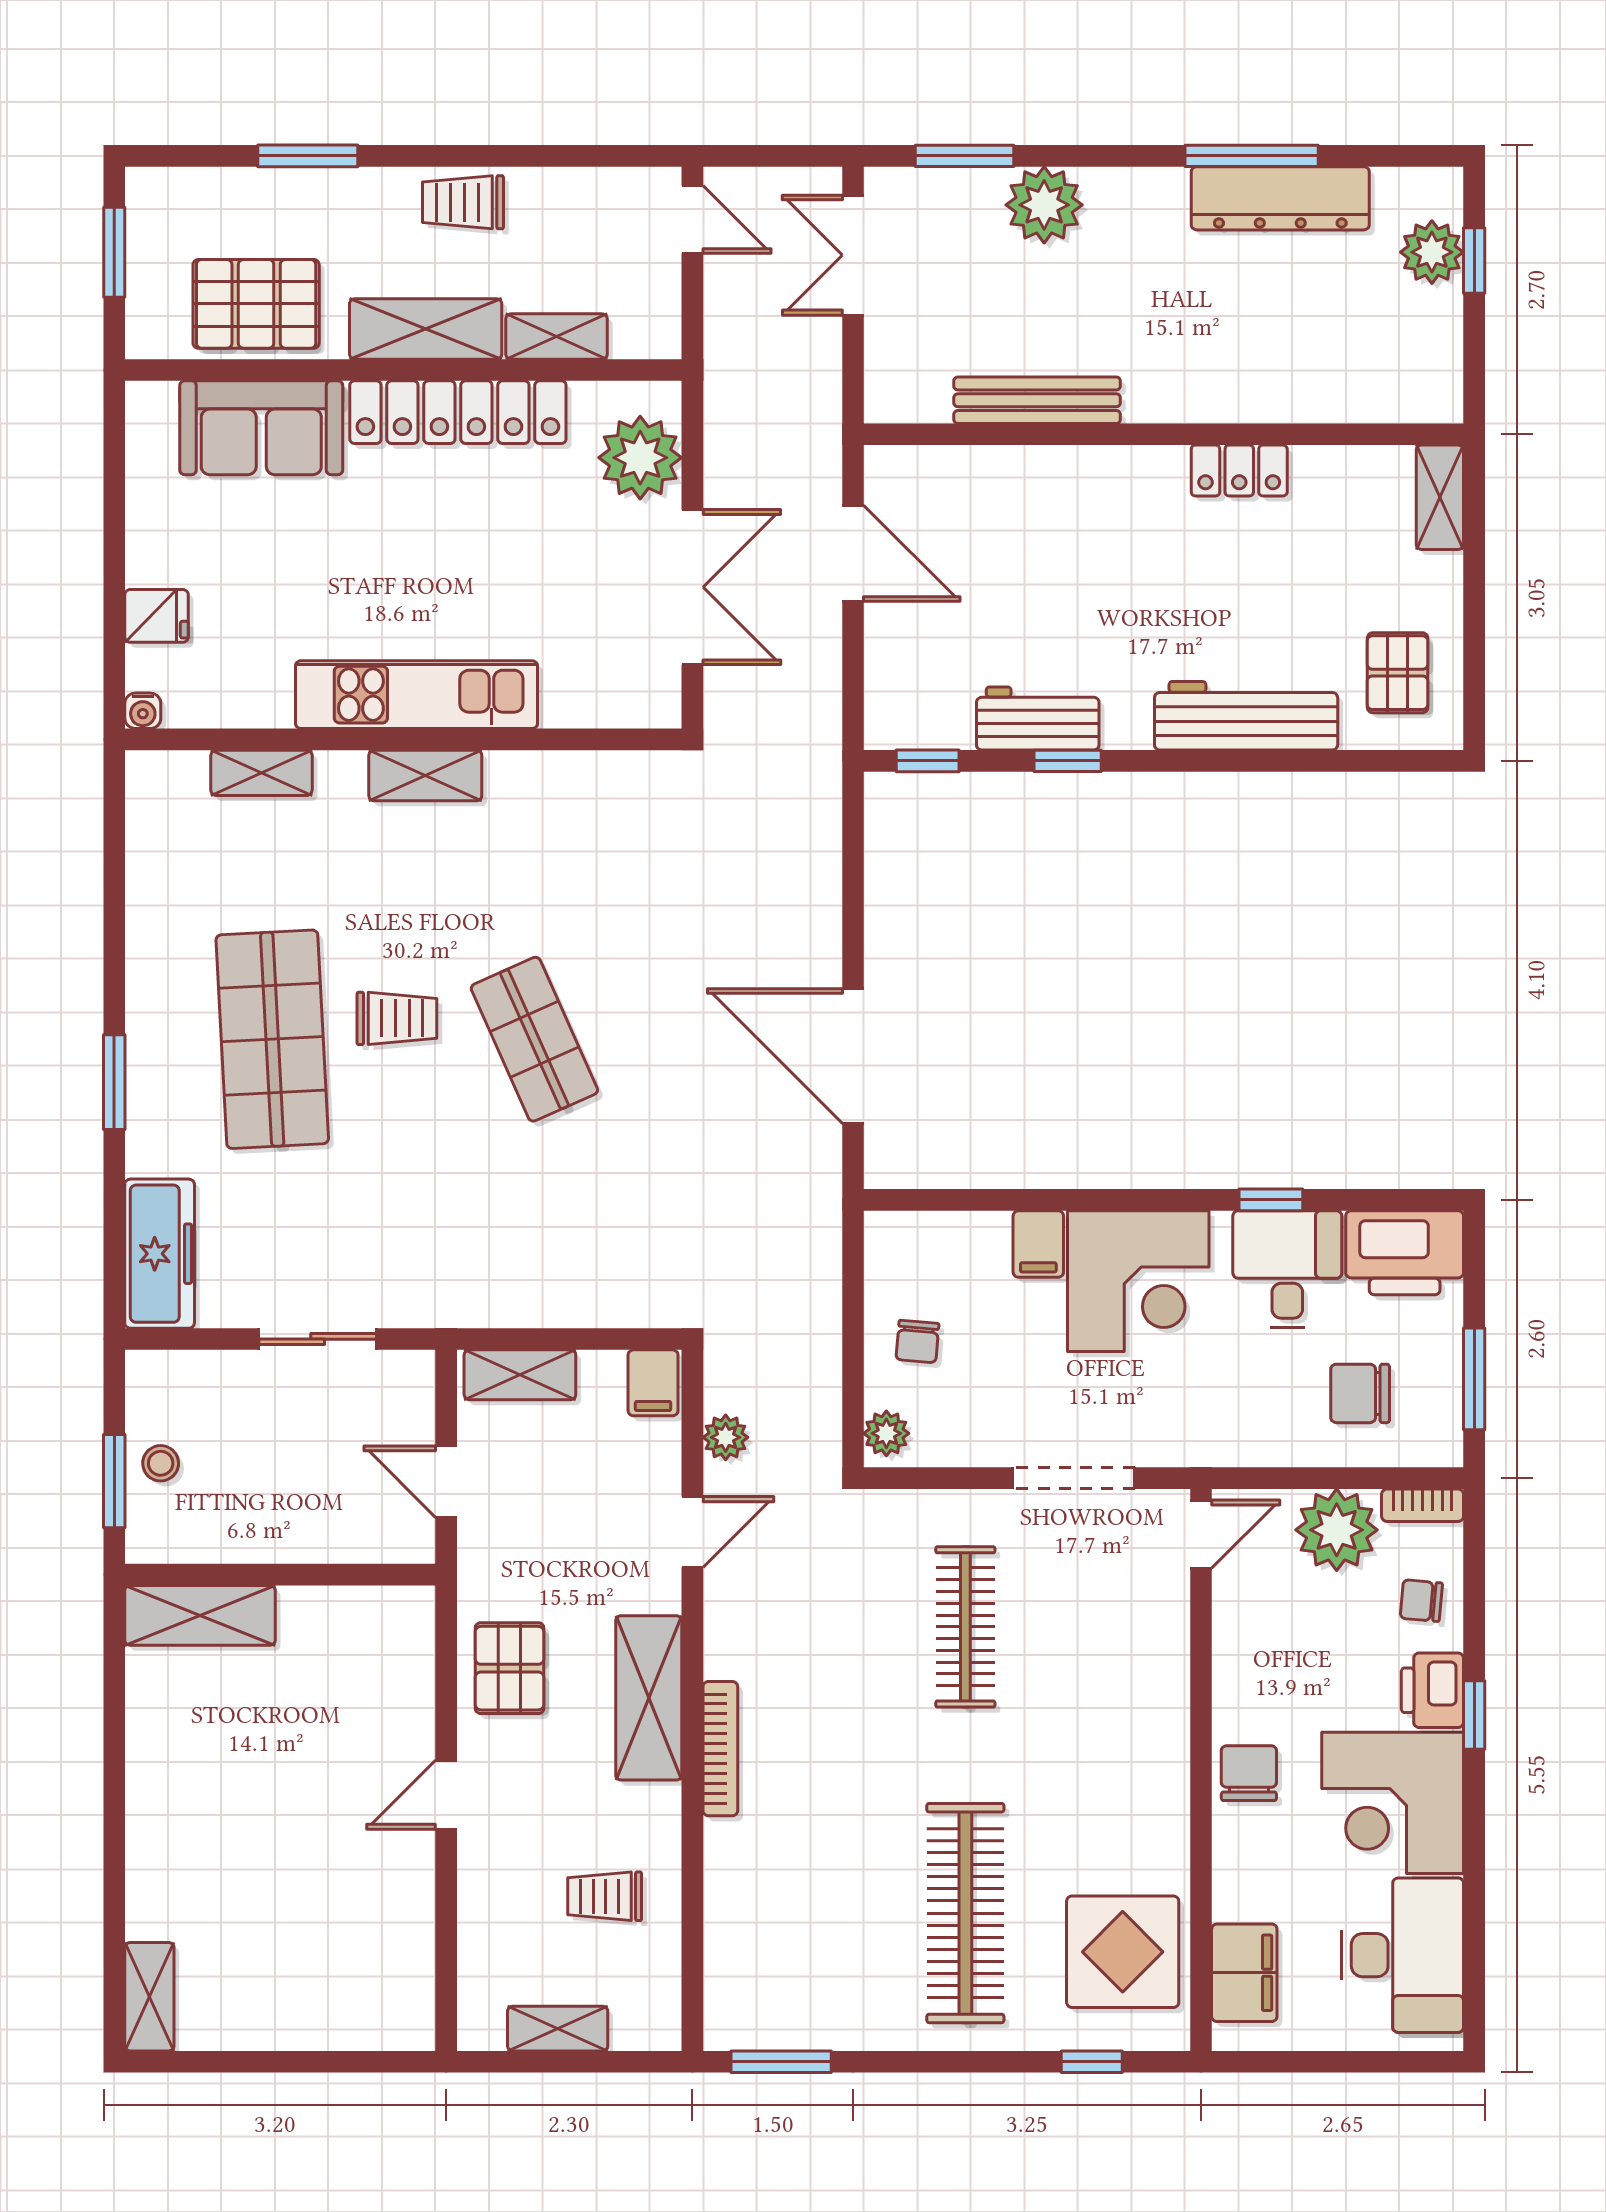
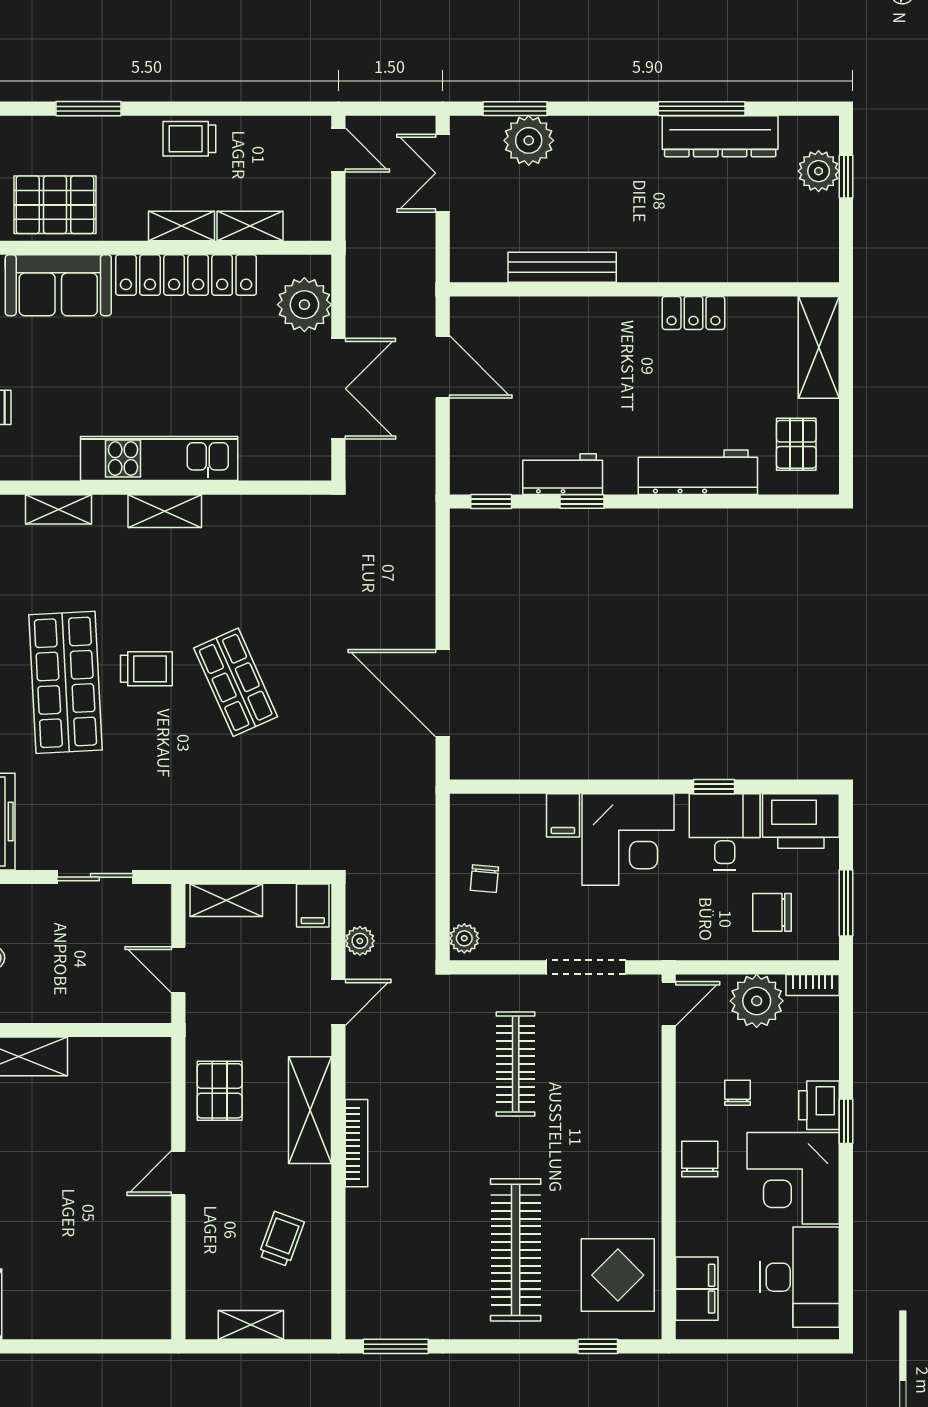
plant: (1044, 205) -> (529, 140), moved
shelving: (426, 329) -> (182, 226), width x0.67, depth x0.75
shelving: (1440, 497) -> (819, 347), width x1.50, depth x1.33
chair: (1421, 1601) -> (737, 1093), moved, turned 85
trolley: (605, 1896) -> (281, 1239), turned 110

